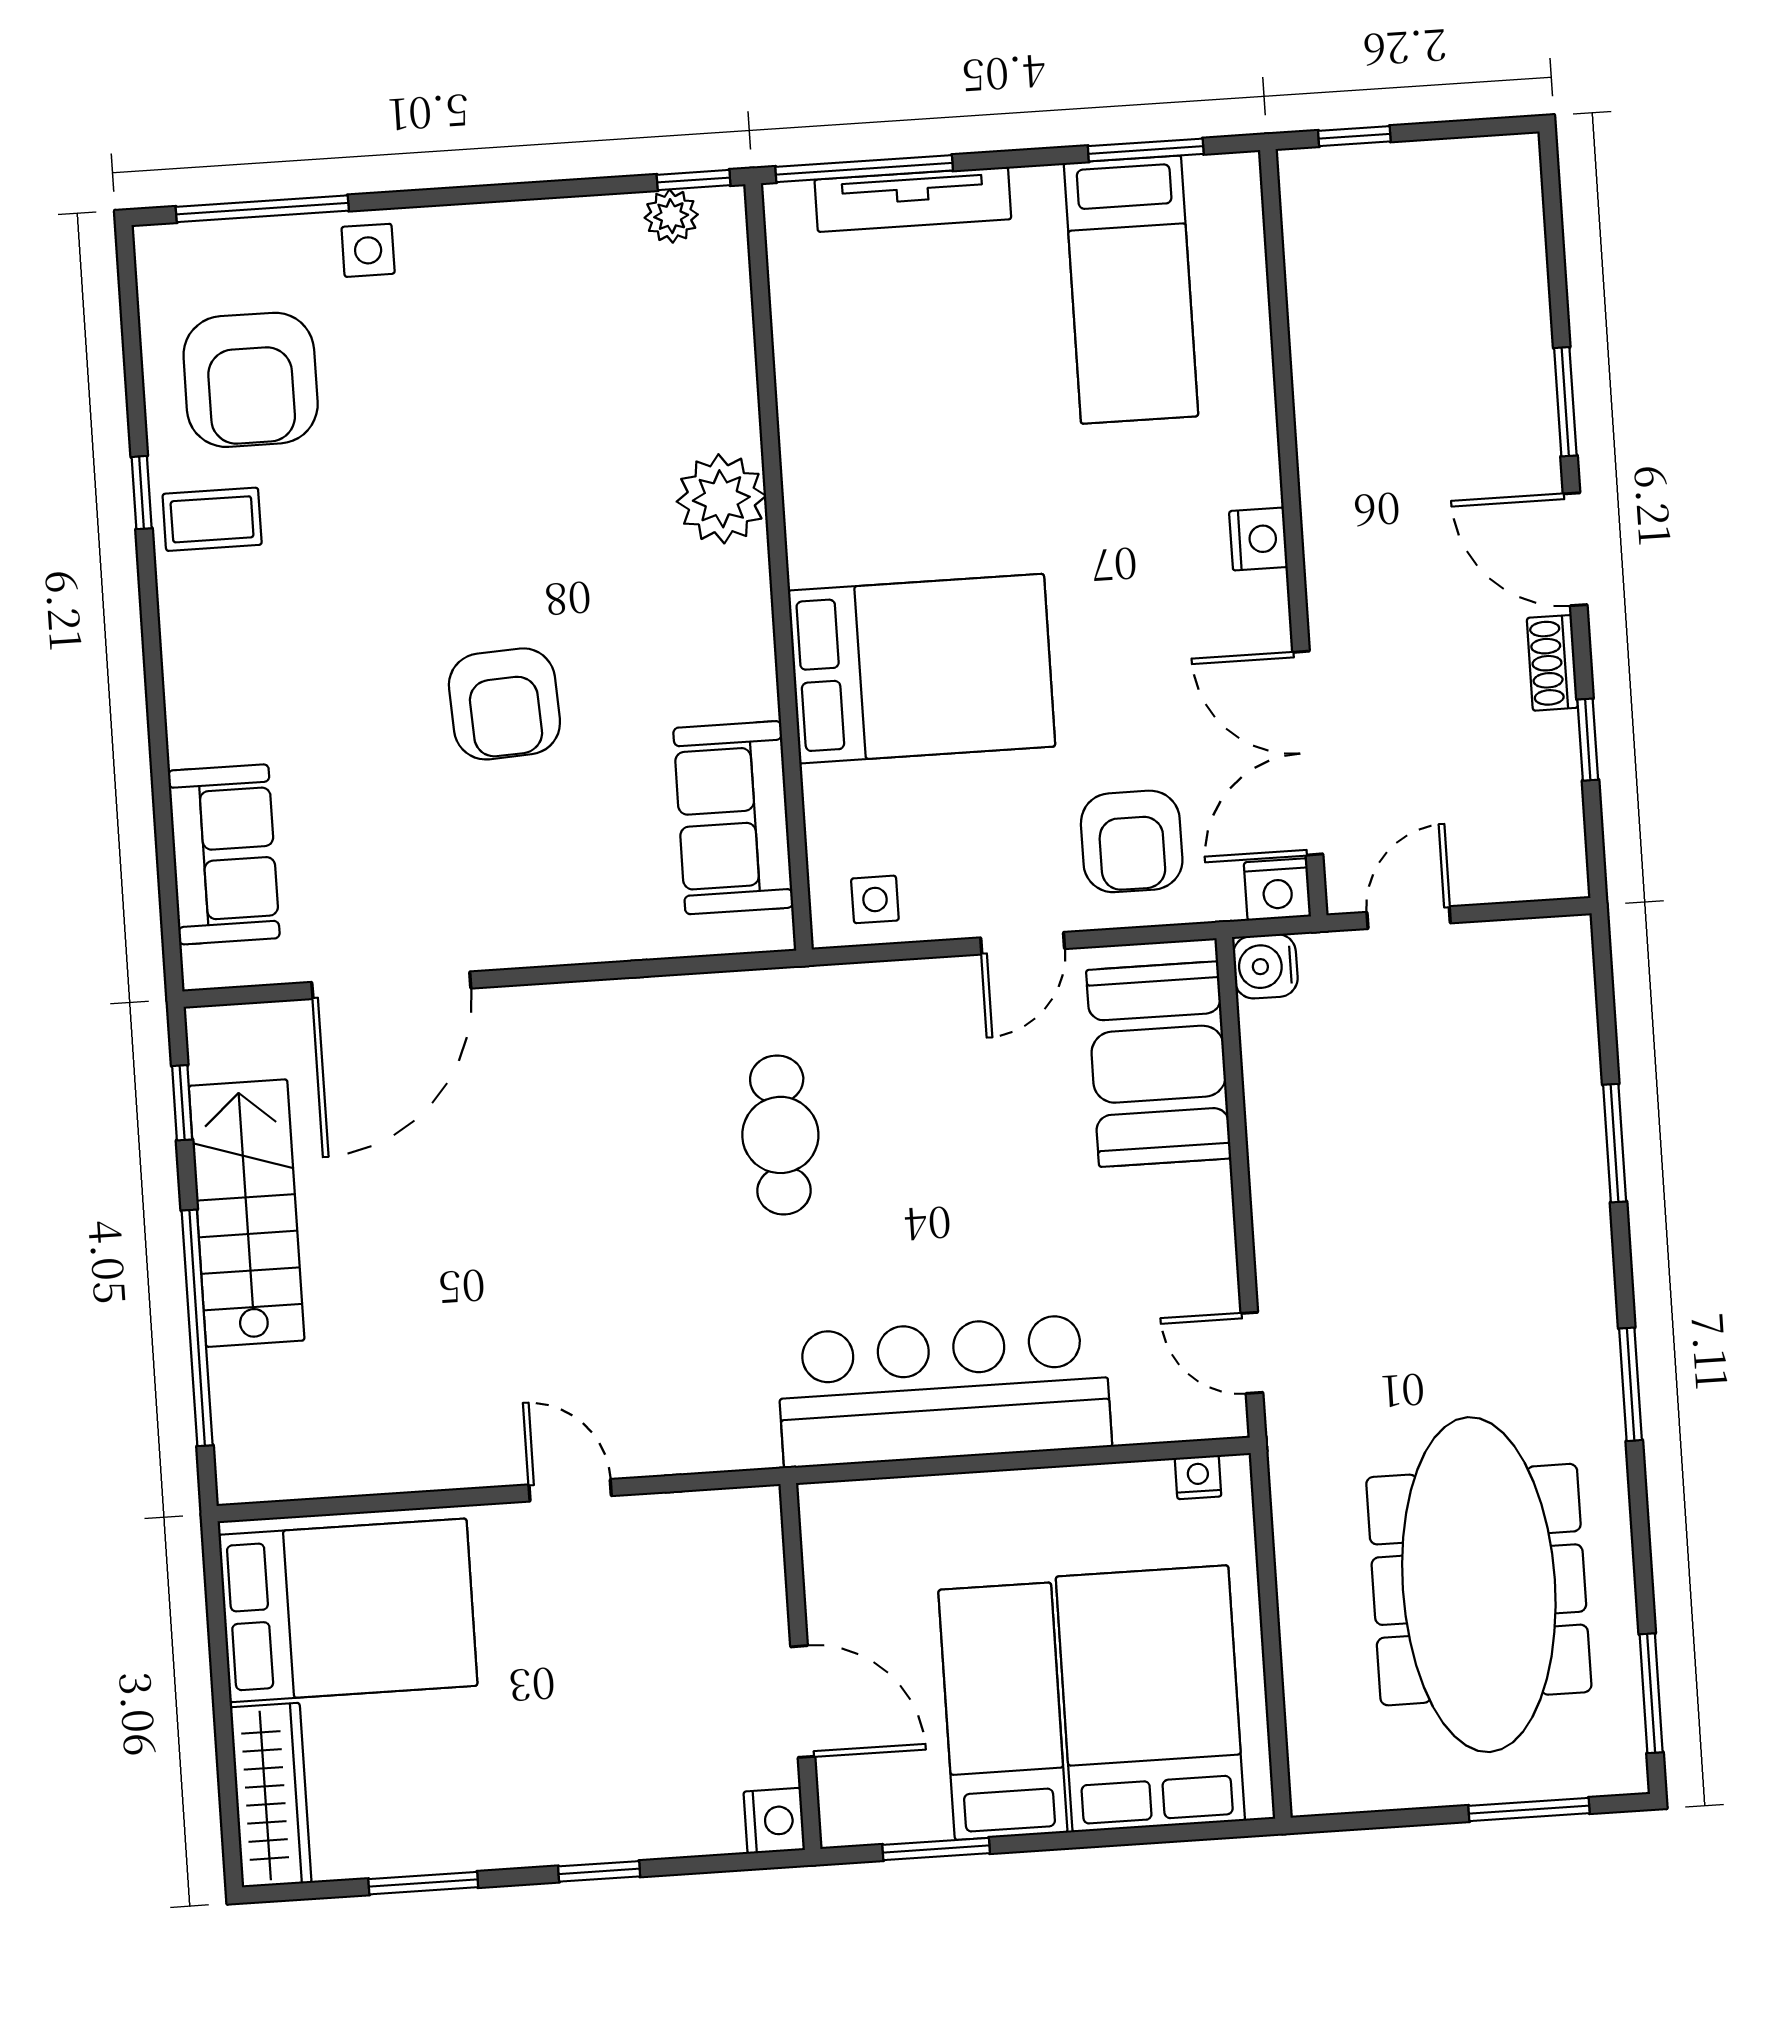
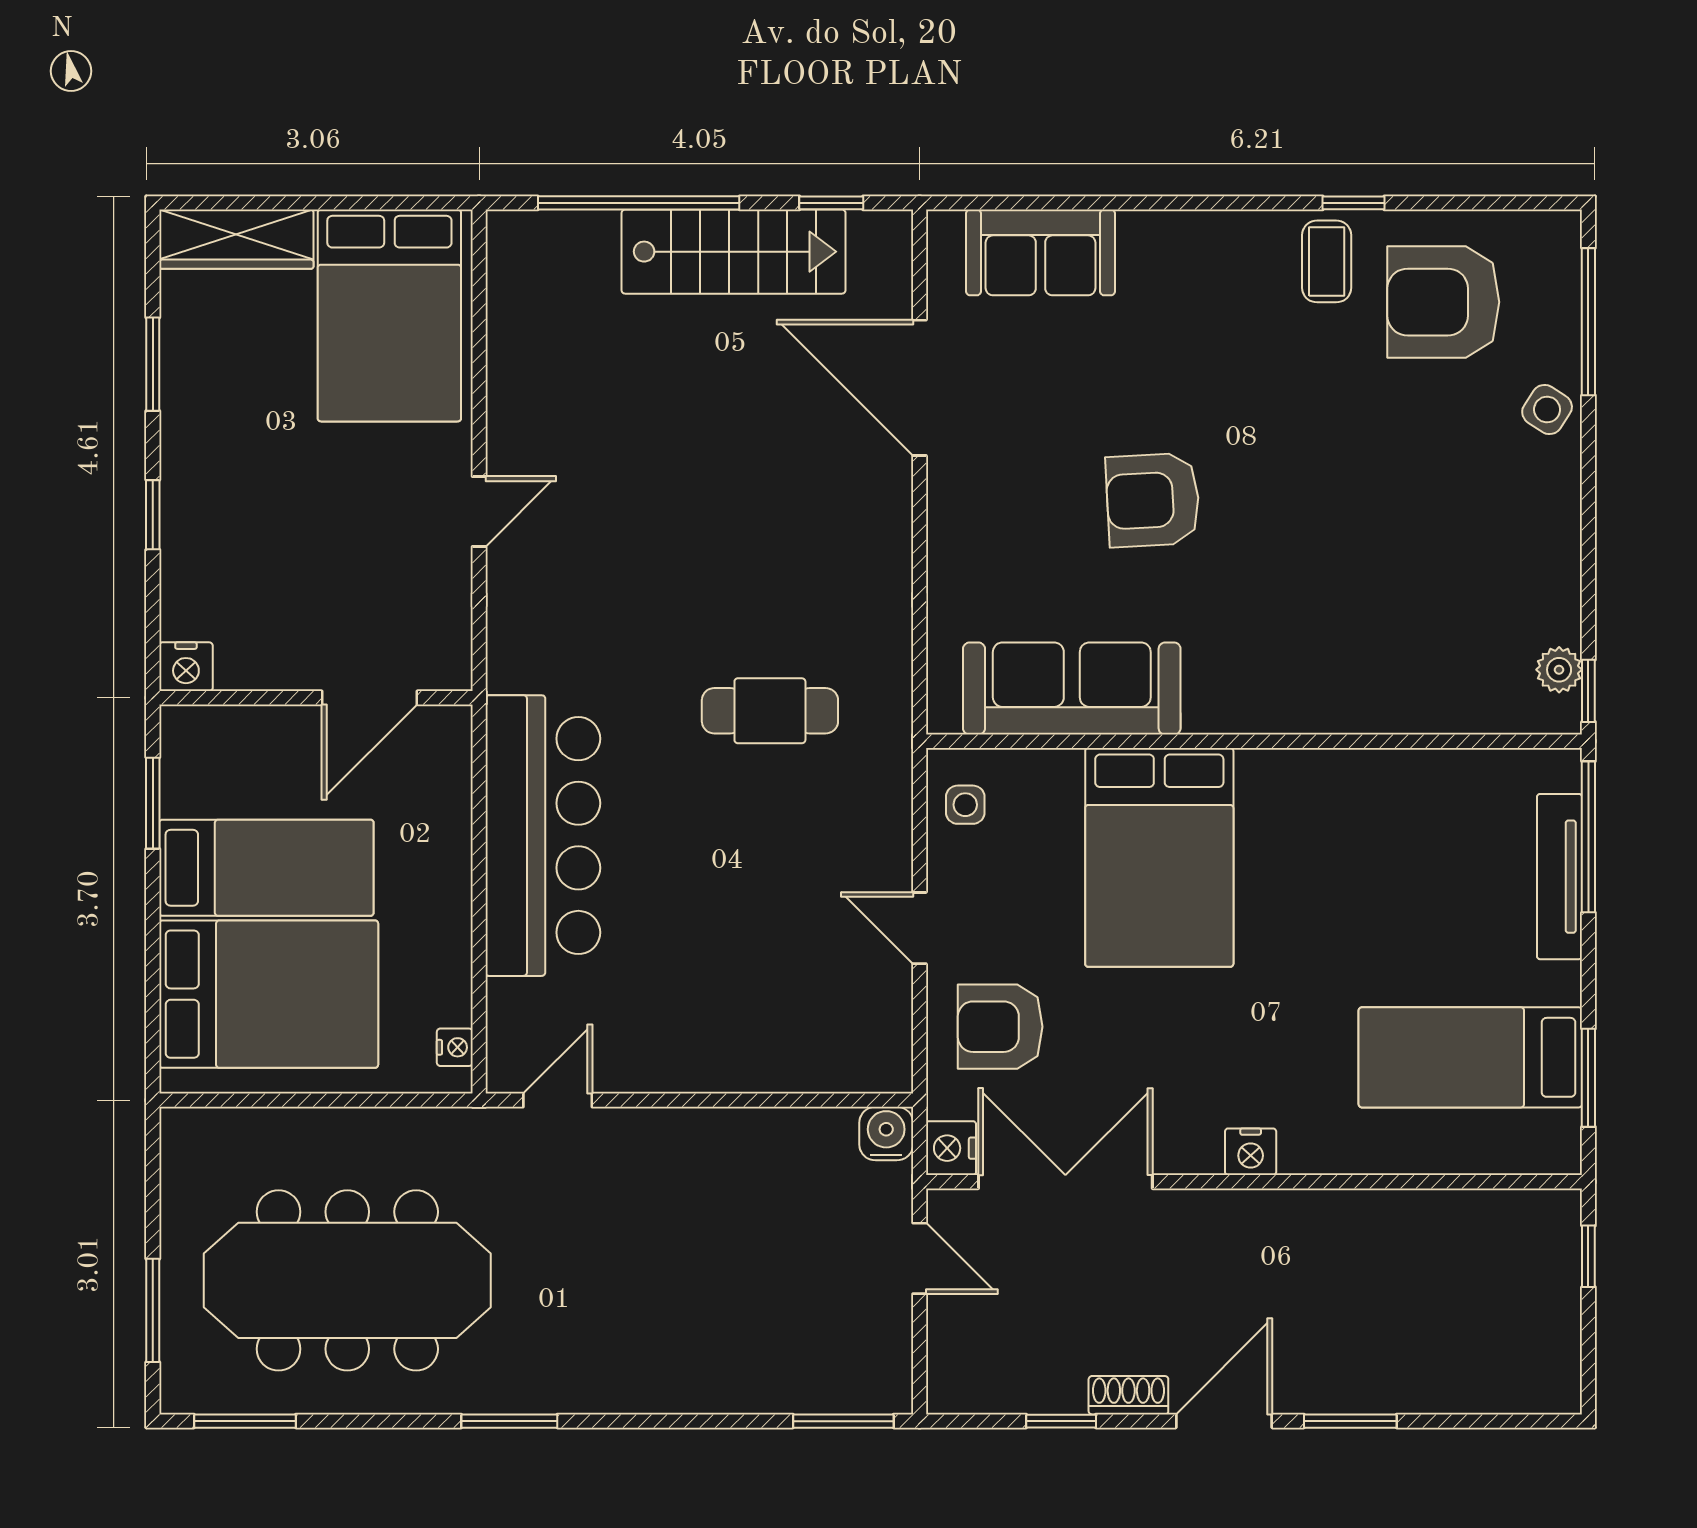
side table: (368, 250) -> (1547, 410), turned 33
plant: (721, 499) -> (1315, 696), removed
sofa: (733, 818) -> (1072, 689), width x1.36
booth: (1159, 1064) -> (809, 1037), removed
window: (1615, 1143) -> (843, 1421), moved
door: (803, 1702) -> (370, 698), moved

